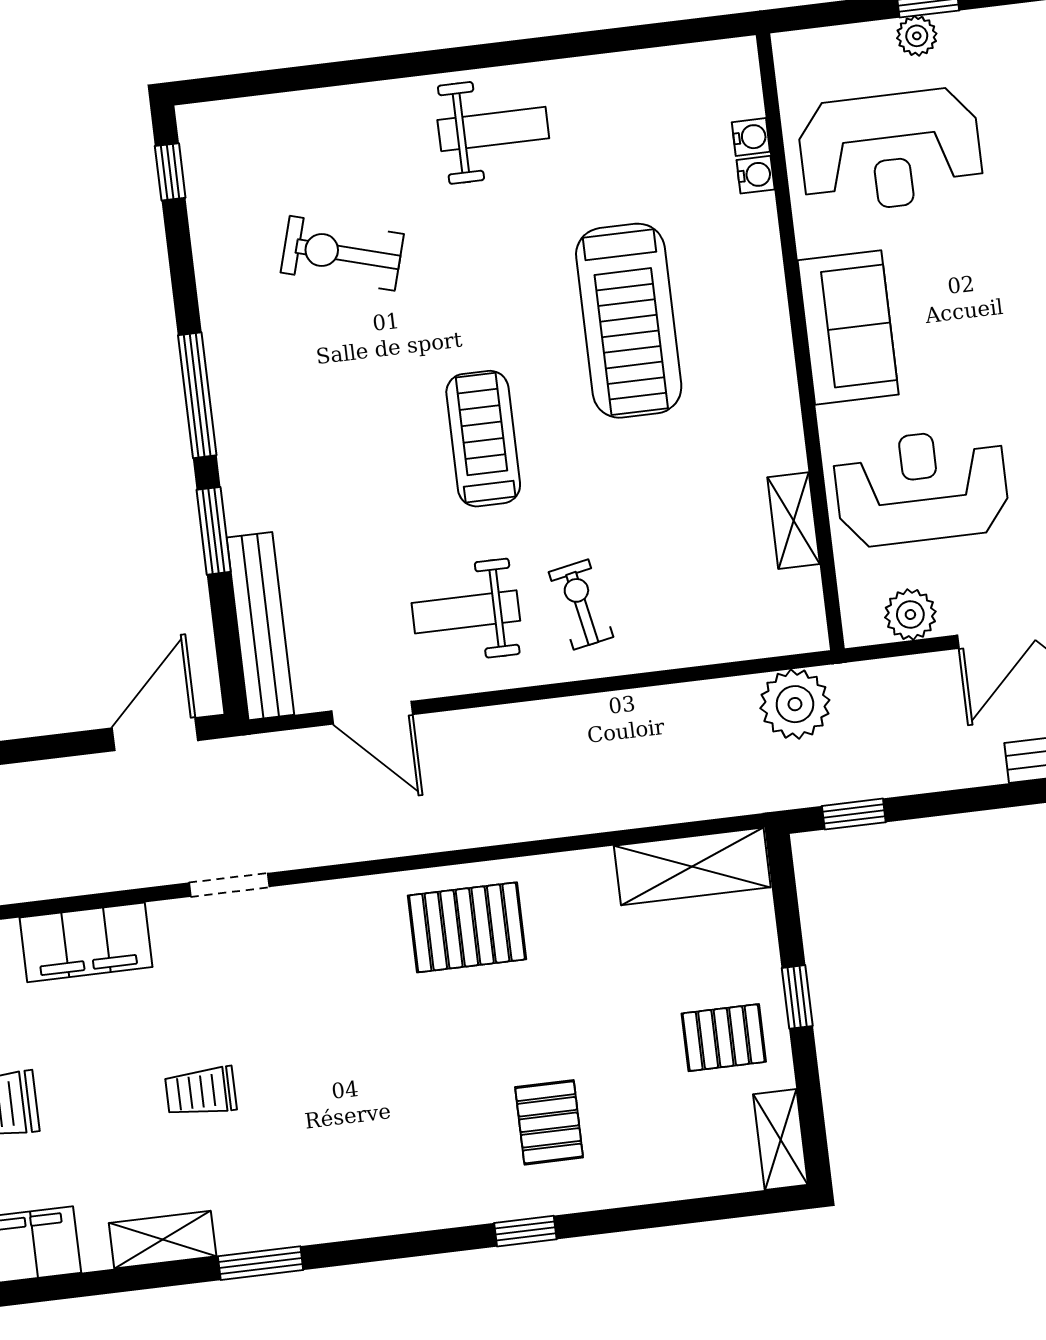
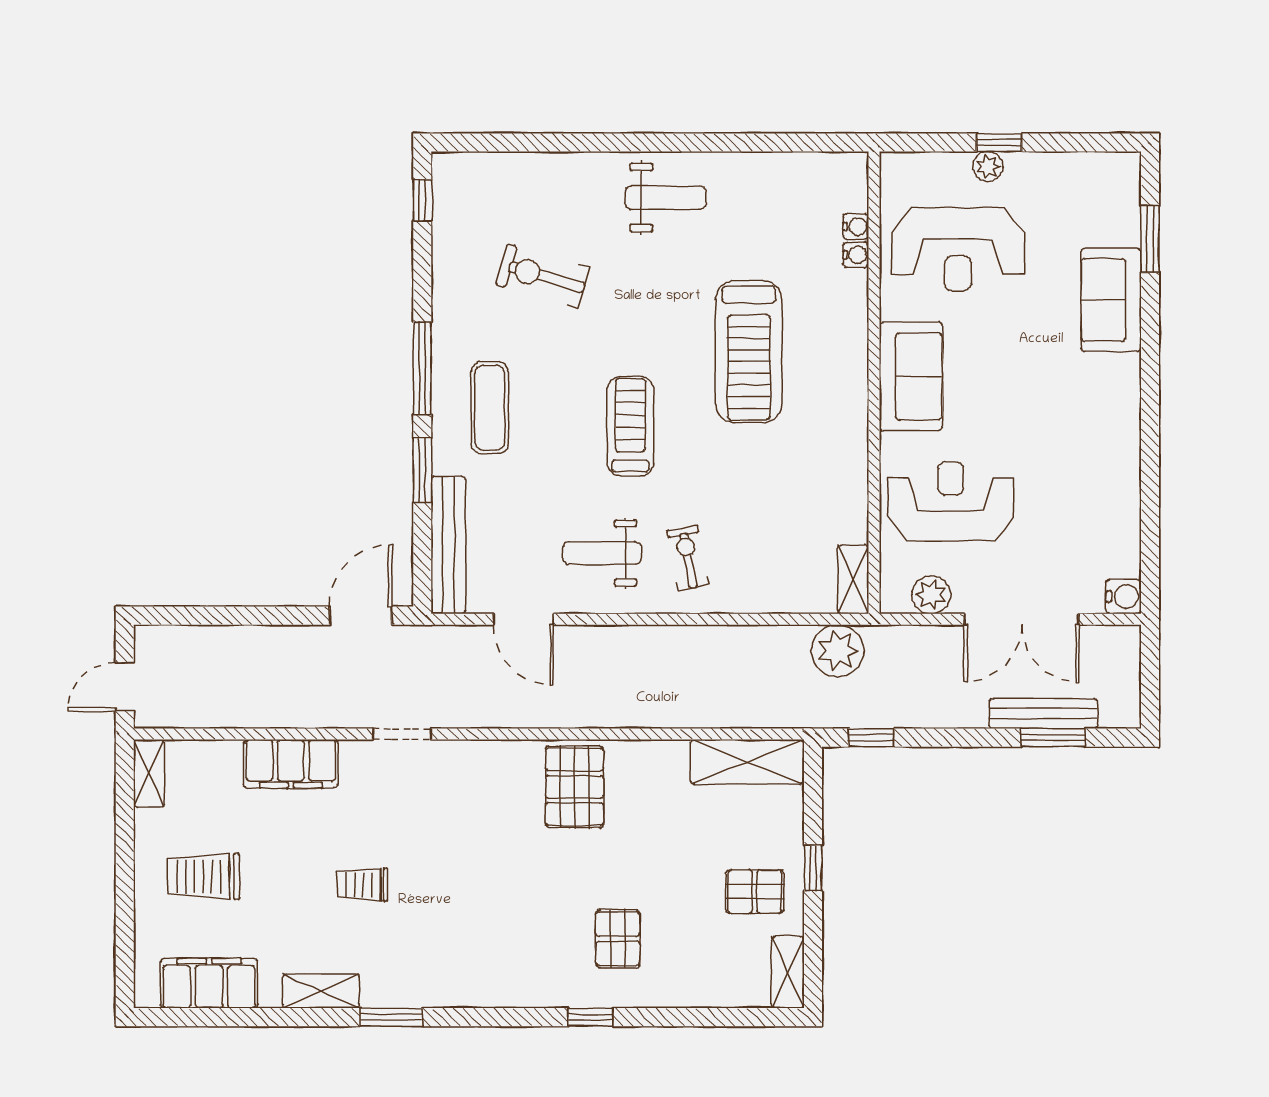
exercise mat: (293, 437) -> (490, 408), added
shelving: (794, 521) -> (853, 579), moved
pallet: (467, 927) -> (574, 787), turned 90

